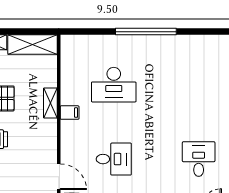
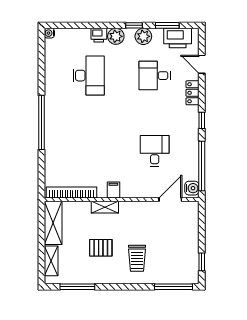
bookcase: (67, 65) -> (71, 192), added
desk: (114, 85) -> (89, 76), moved

